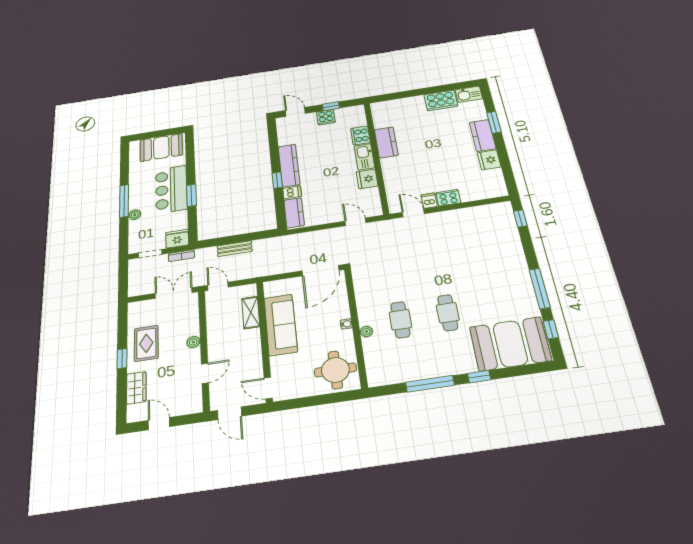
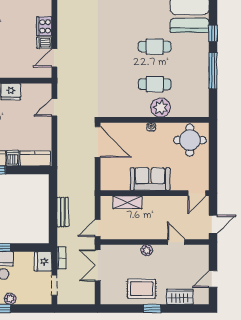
sofa: (281, 325) -> (150, 179), width x0.73
plant: (366, 331) -> (161, 108), width x1.88, depth x1.88

